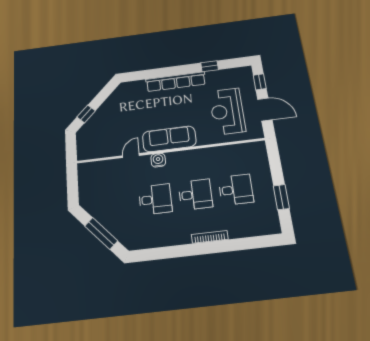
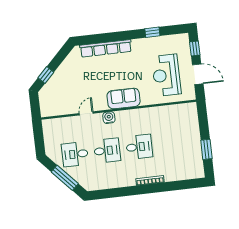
row of seats: (176, 82) -> (106, 48), moved
sofa: (169, 139) -> (124, 98), width x0.73
desk: (236, 190) -> (75, 154), moved, turned 180

